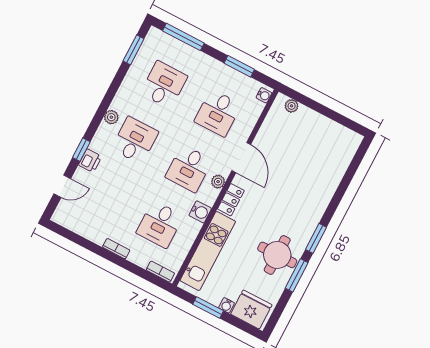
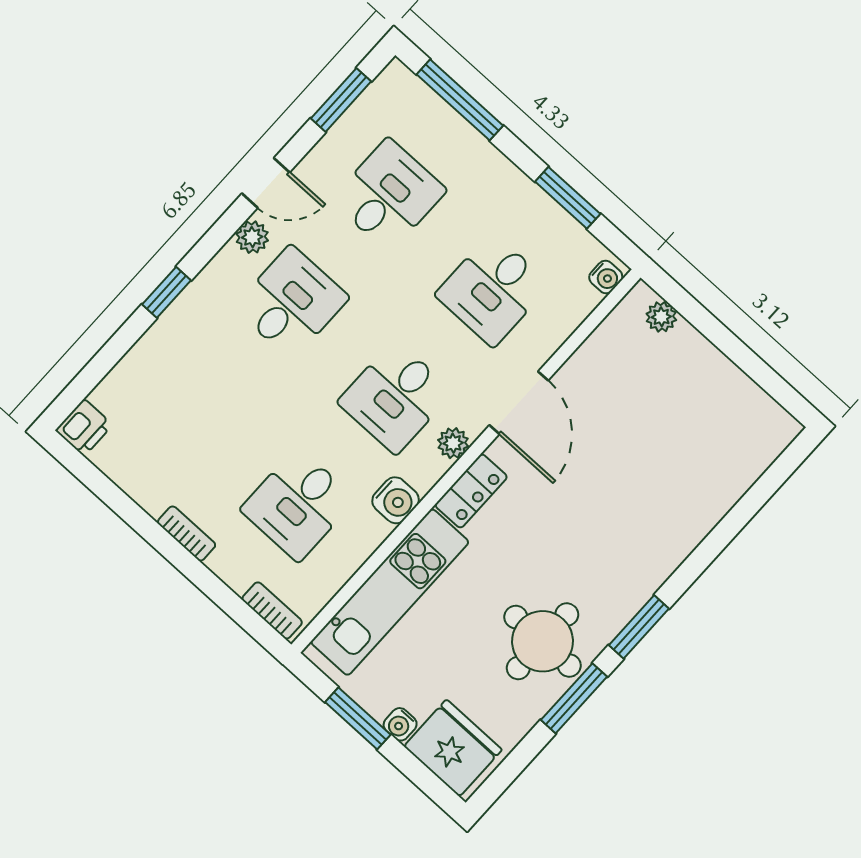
printer: (90, 161) -> (84, 427), moved
door: (62, 186) -> (266, 183), moved

